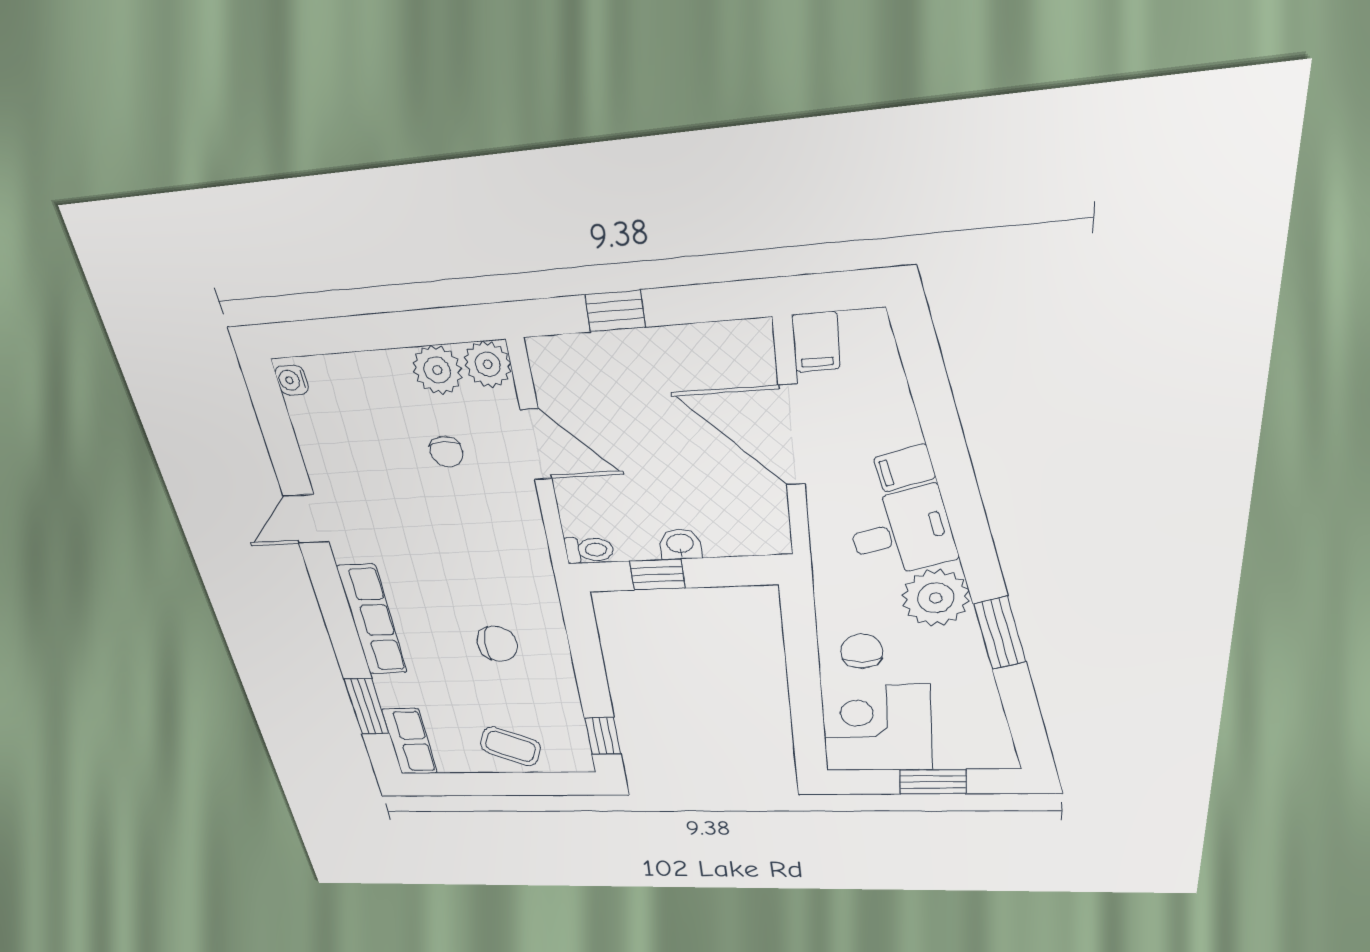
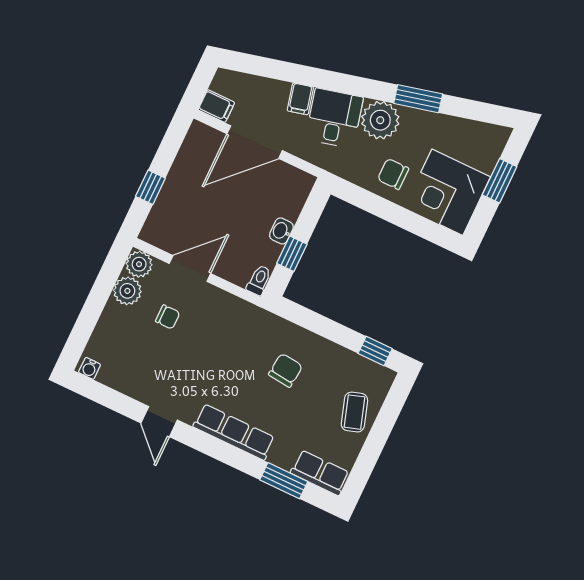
coffee table: (511, 746) -> (354, 412), turned -42

